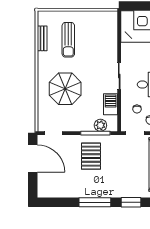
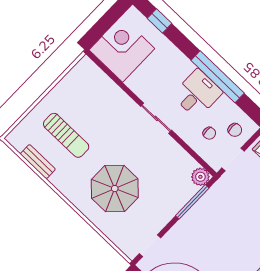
barbecue: (111, 104) -> (177, 156), removed
plant: (100, 125) -> (200, 177), moved
pallet: (91, 156) -> (212, 230), removed

